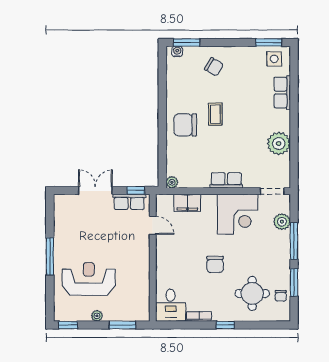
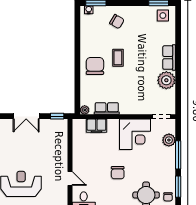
row of seats: (282, 93) -> (169, 58), moved
chair: (185, 125) -> (95, 66), turned 90
row of seats: (226, 180) -> (107, 108), moved
double door: (95, 190) -> (26, 116), swing flipped
row of seats: (129, 202) -> (52, 125), removed
door: (153, 225) -> (70, 178), moved

